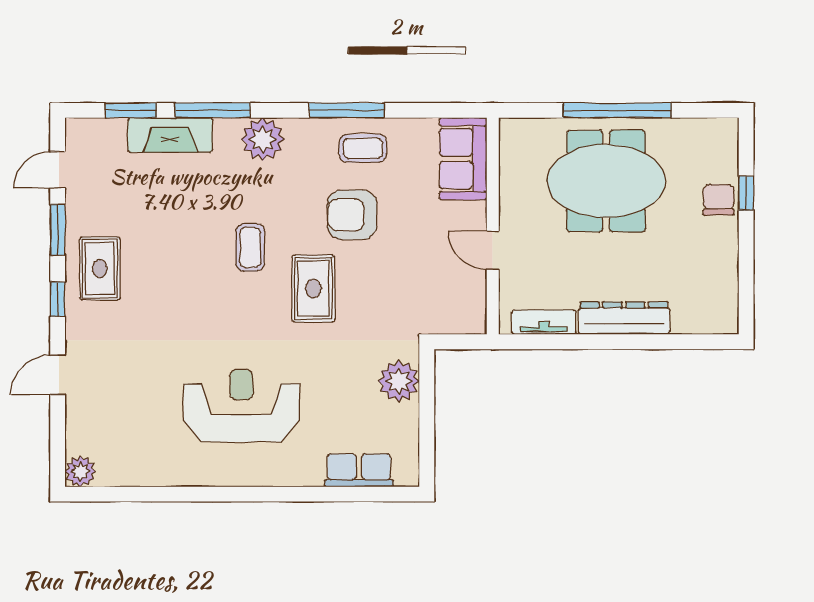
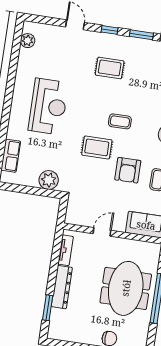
armchair: (352, 215) -> (128, 170), turned 180
rug: (100, 268) -> (110, 68), moved
window: (673, 342) -> (48, 308), added
plant: (80, 471) -> (28, 41), moved

